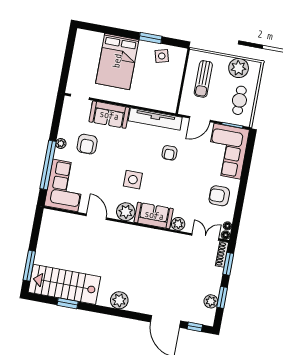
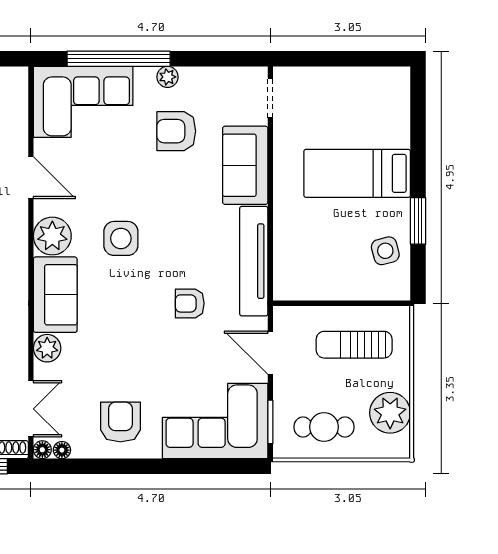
bed: (117, 61) -> (357, 173), width x0.67
door: (96, 217) -> (31, 178), hinge flipped

